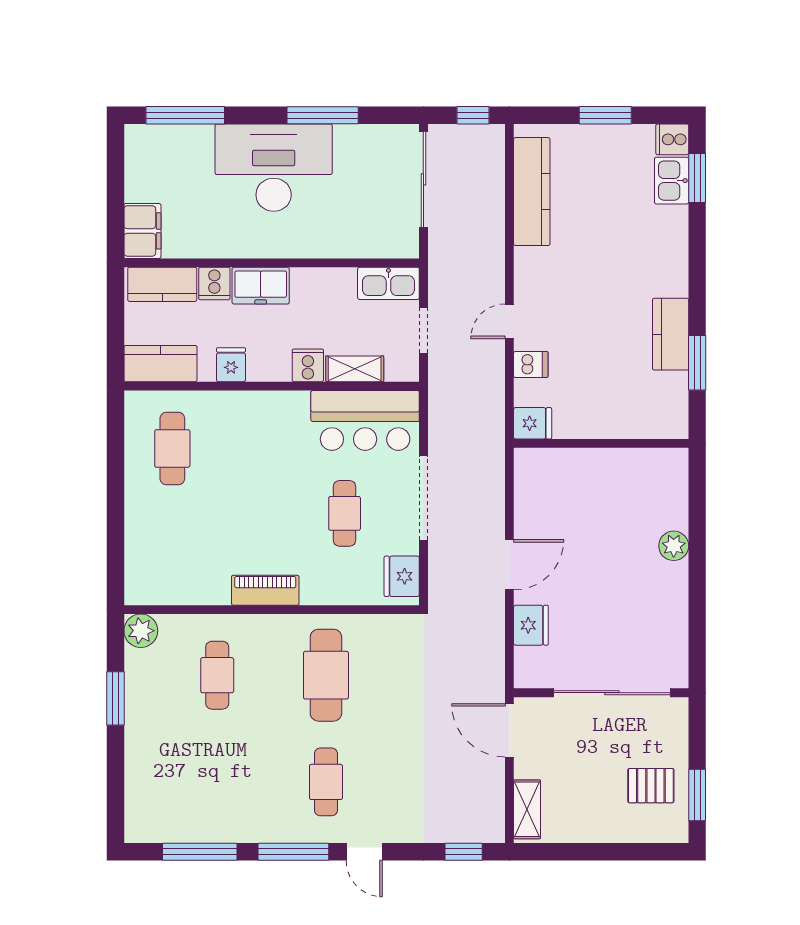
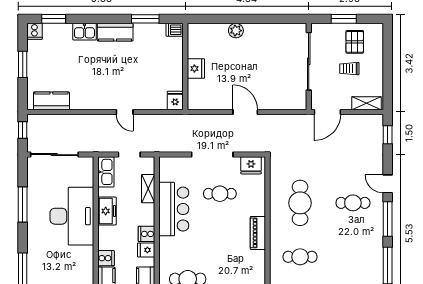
desk: (274, 168) -> (72, 216), moved, turned 180
kitchen sink: (672, 181) -> (84, 32), moved
kitchen counter: (532, 192) -> (51, 101), width x0.67
freezer: (261, 286) -> (107, 211), moved
kitchen counter: (671, 334) -> (115, 32), moved
cooker: (308, 365) -> (146, 234), moved
dishwasher: (531, 365) -> (175, 30), moved, turned -90
bar counter: (365, 420) -> (174, 209), moved
fridge: (531, 625) -> (196, 69), moved, turned 90
cafe table: (326, 675) -> (300, 203), turned 90
trolley: (597, 775) -> (349, 69), added
window: (697, 795) -> (344, 19), moved
door: (364, 852) -> (388, 184), swing flipped

